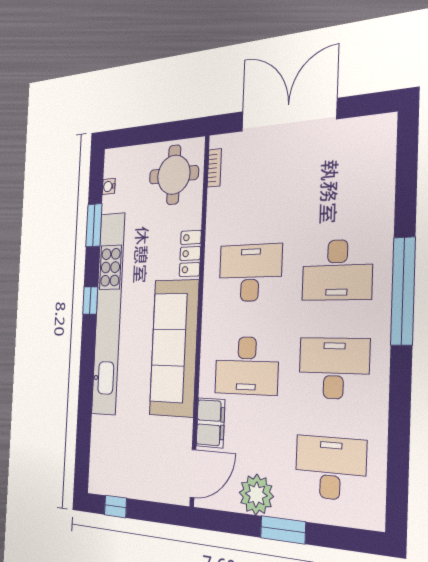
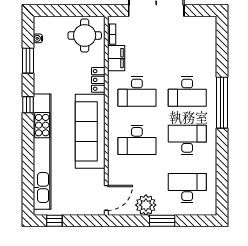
desk: (250, 273) -> (137, 92), turned 180
kitchen unit: (108, 313) -> (42, 152), moved
filing cabinet: (210, 423) -> (116, 58), moved

